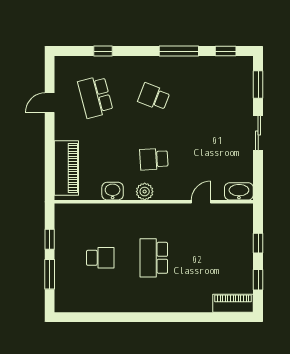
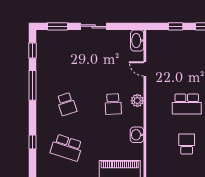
school desk: (95, 97) -> (67, 148), turned 33
school desk: (154, 97) -> (67, 104), turned -39
plant: (145, 192) -> (137, 101), moved

